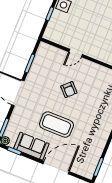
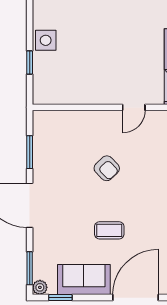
door: (76, 53) -> (134, 107), moved
coffee table: (56, 125) -> (109, 230), width x0.54, depth x0.58

